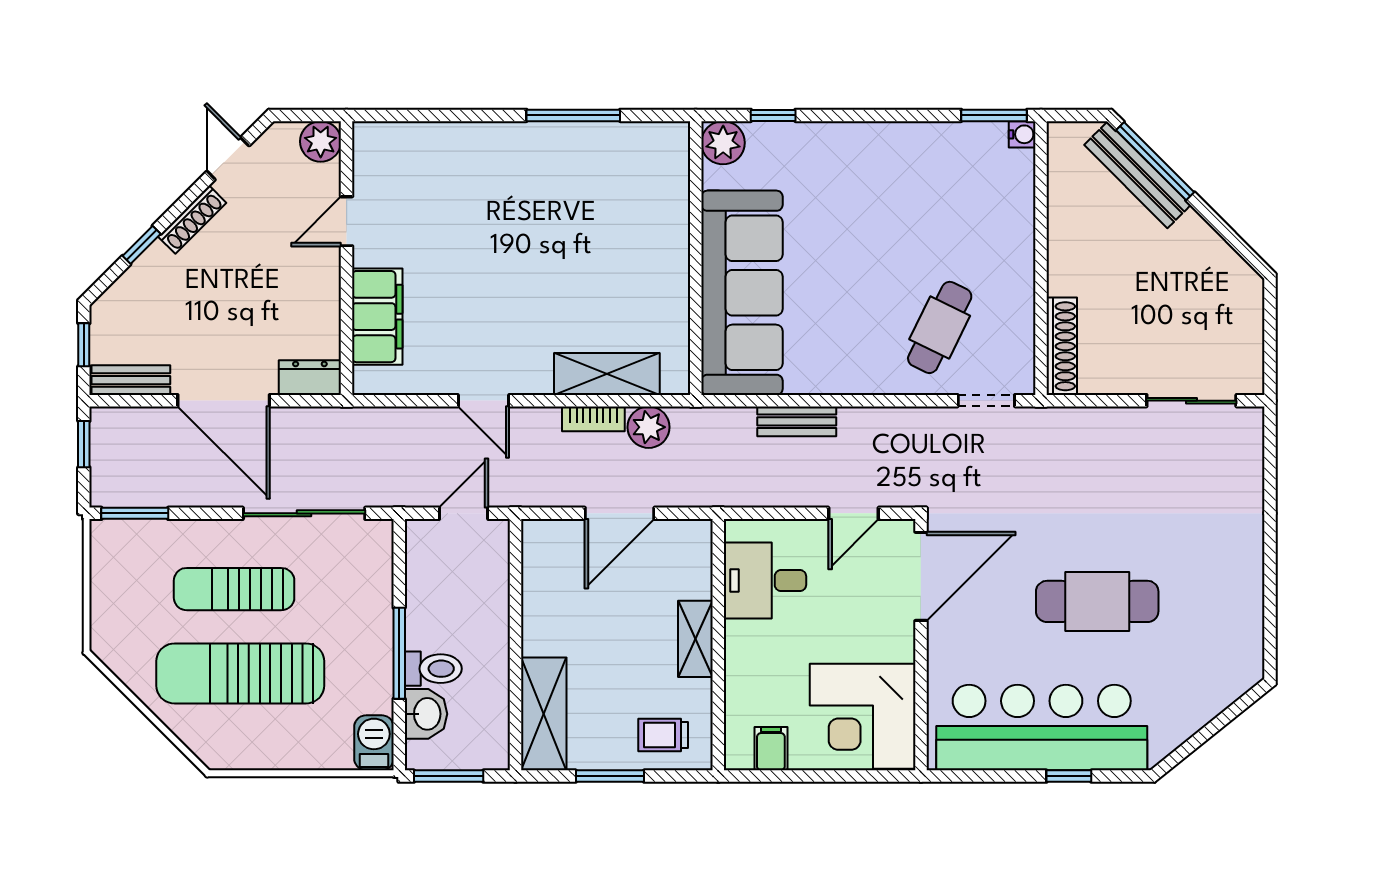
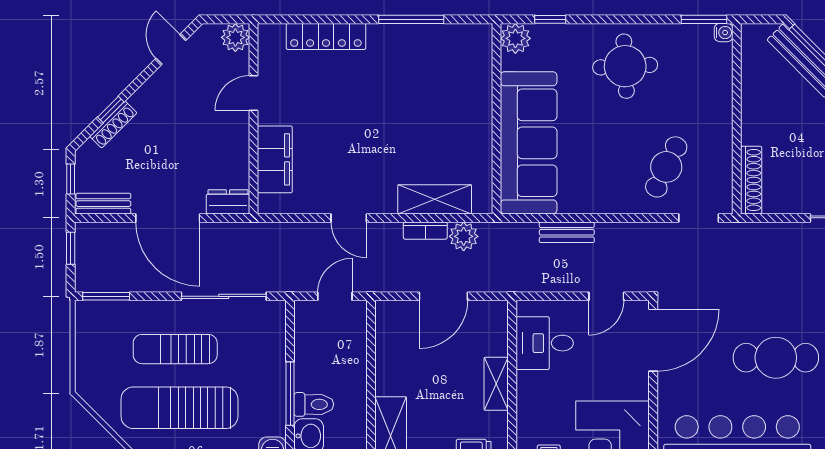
locker: (451, 140) -> (326, 36), added
round table: (881, 183) -> (625, 66), added
shoe rack: (192, 220) -> (113, 125), moved

